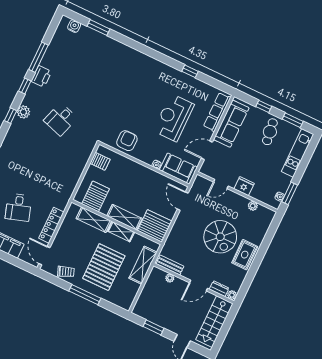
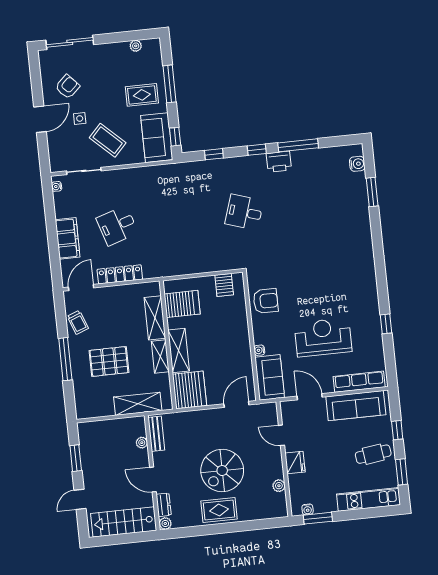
plant: (23, 112) -> (227, 166), removed
pallet: (104, 267) -> (109, 361), width x0.73, depth x0.71

